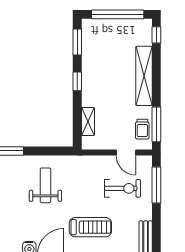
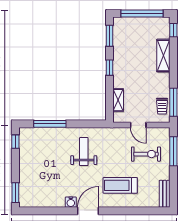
shelving: (144, 76) -> (163, 56), width x0.68
door: (126, 152) -> (138, 125), moved
treadmill: (90, 227) -> (120, 185), turned 180

